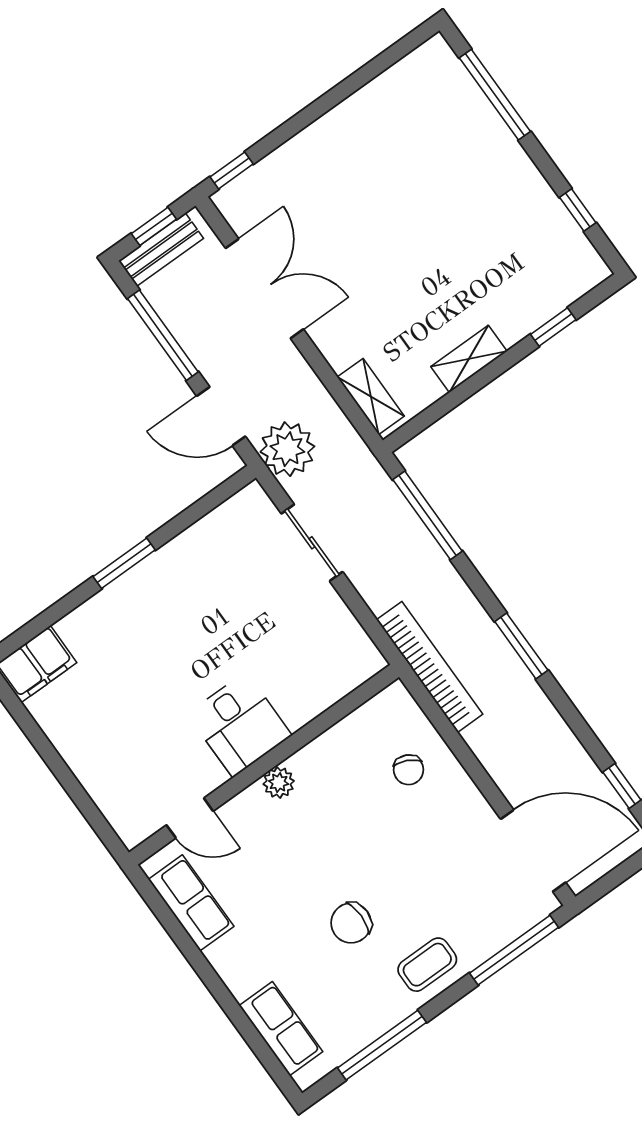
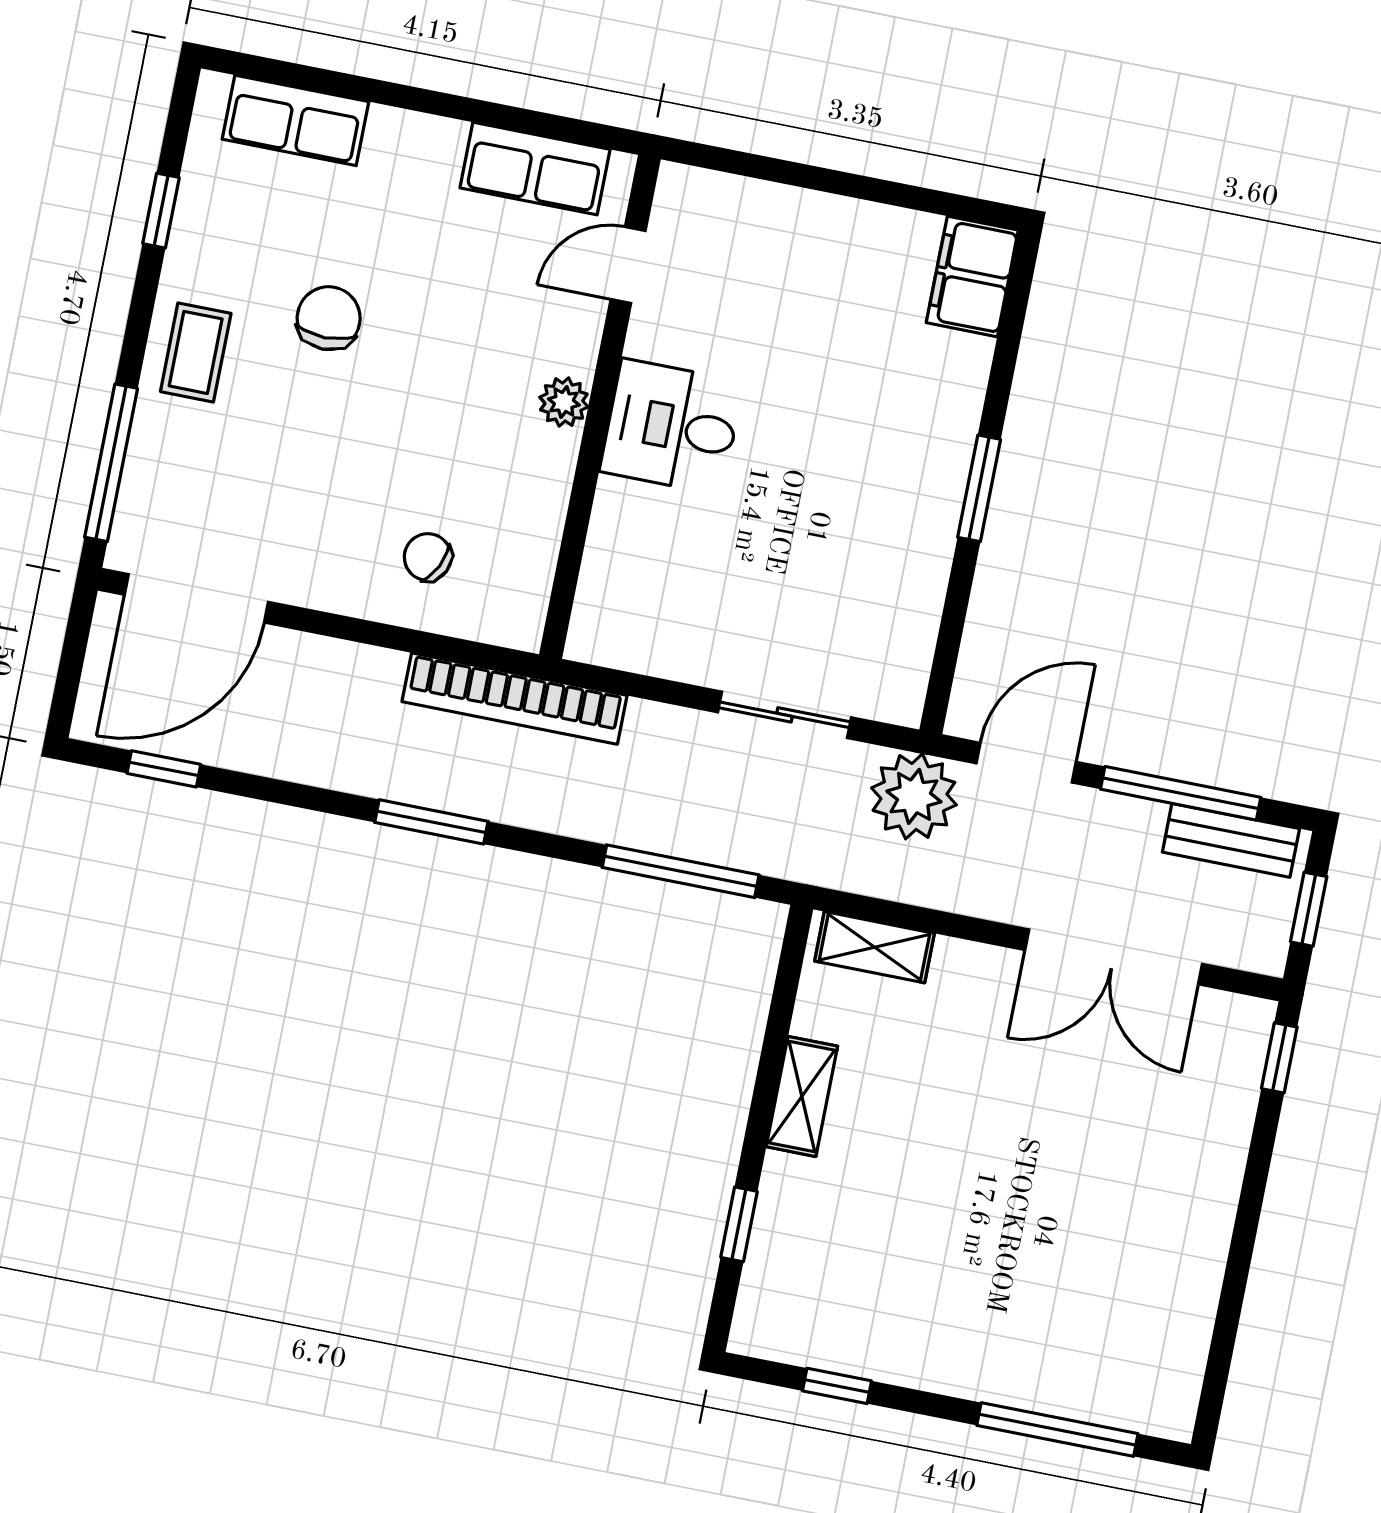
bench: (161, 250) -> (1231, 840), moved, turned 90
window: (382, 1045) -> (161, 211), width x0.46

